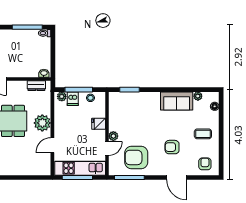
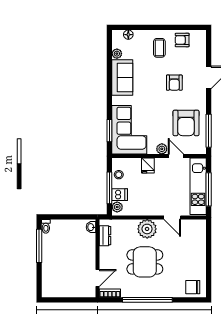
corner sofa: (130, 107) -> (129, 130), added
armchair: (205, 164) -> (182, 40), moved

